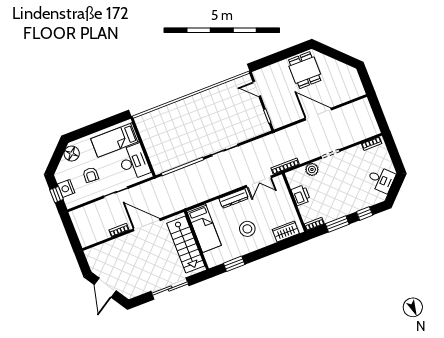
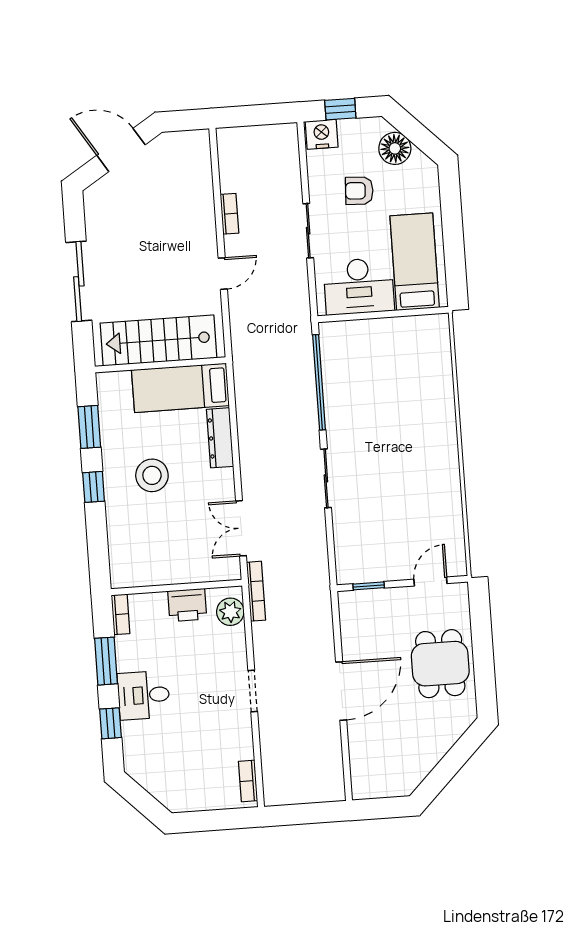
dining table: (305, 70) -> (440, 664), moved, turned 90
floor lamp: (72, 154) -> (395, 148), moved
plant: (312, 169) -> (230, 612), moved
desk: (381, 179) -> (144, 695), moved, turned 45
nightstand: (66, 188) -> (322, 134), moved
dresser: (234, 199) -> (220, 438), moved
door: (147, 225) -> (223, 274), width x0.53
wardrobe: (286, 232) -> (123, 552), removed
window: (261, 254) -> (94, 487), added

